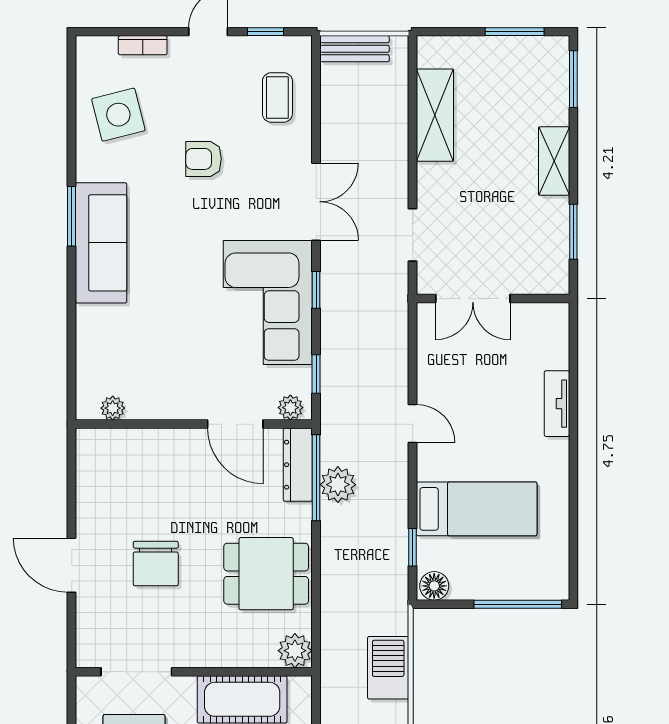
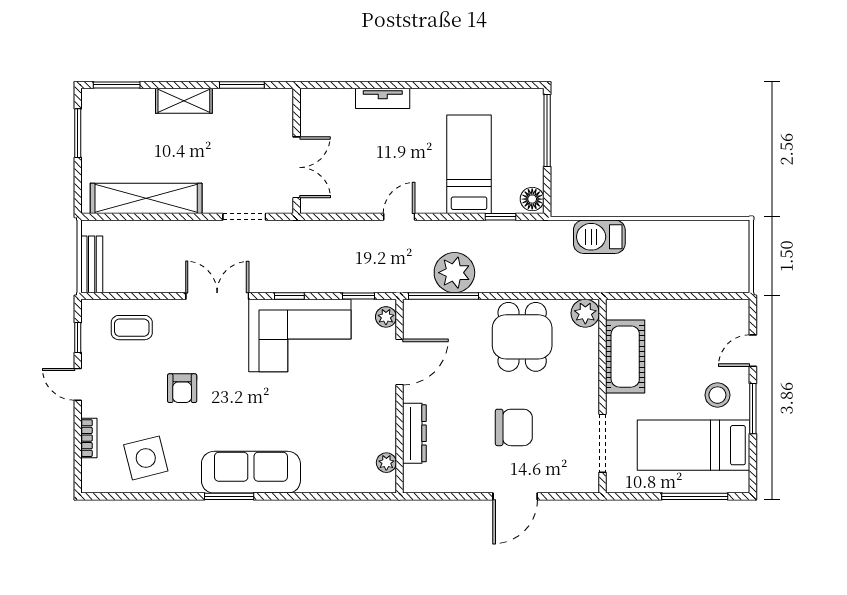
shelving: (435, 115) -> (146, 198), width x1.47
dresser: (298, 465) -> (414, 433), moved, turned -90
plant: (338, 485) -> (454, 273), width x1.36, depth x1.36

